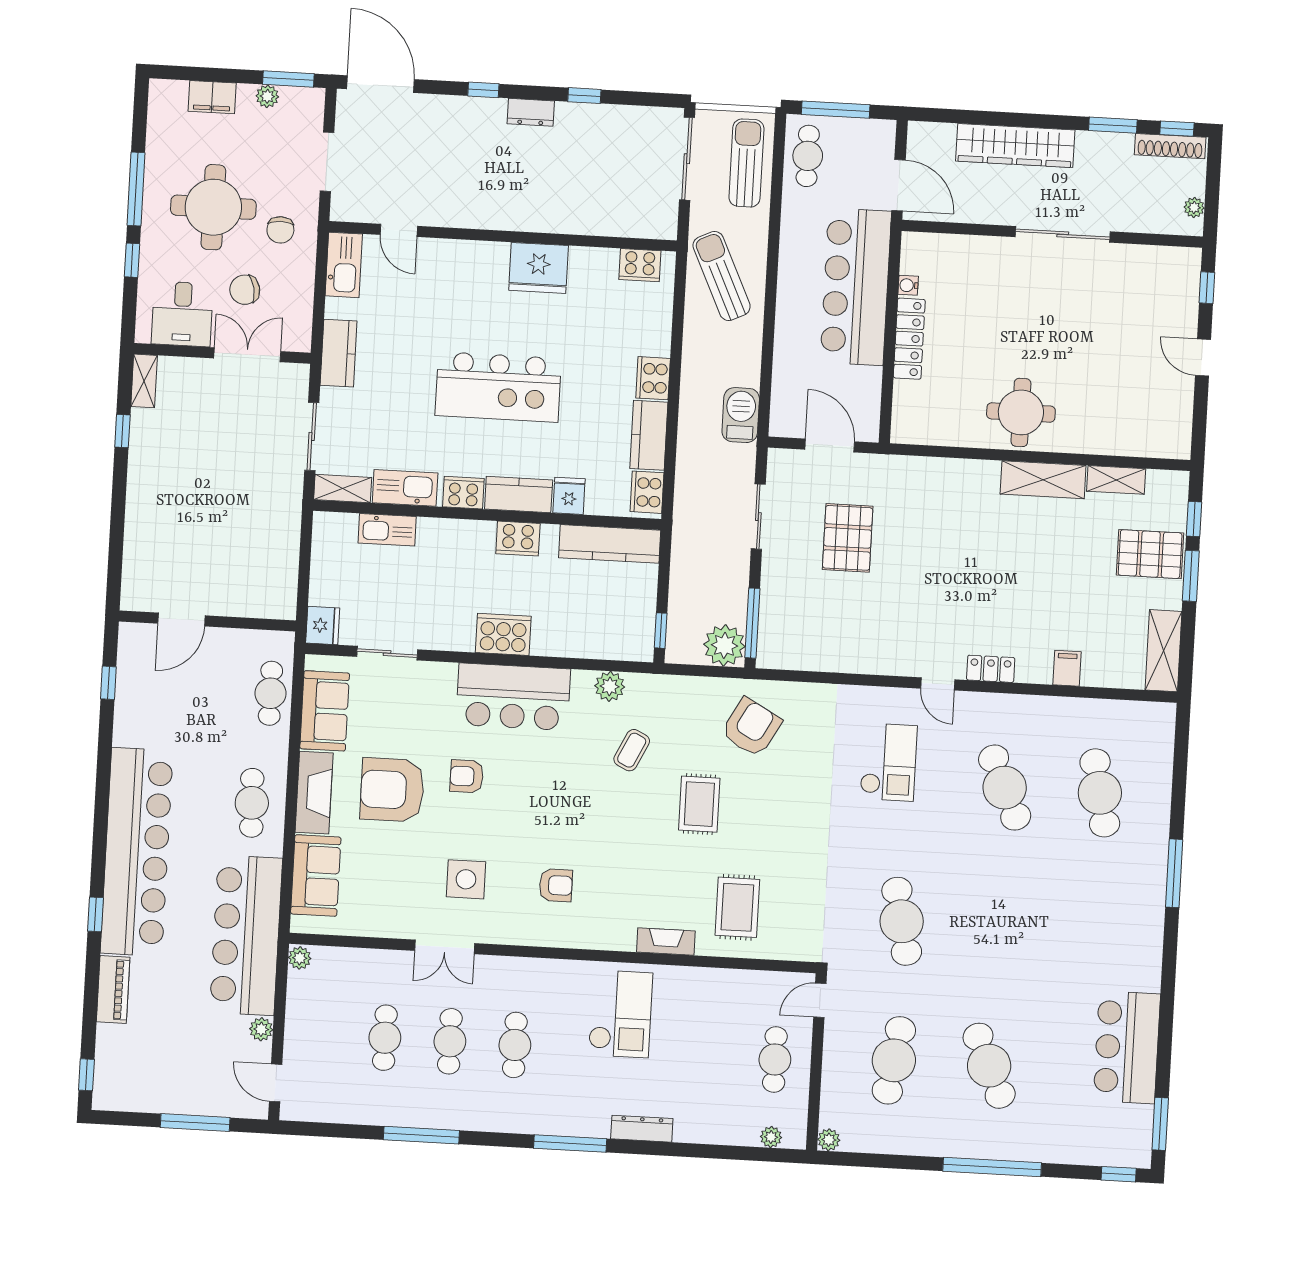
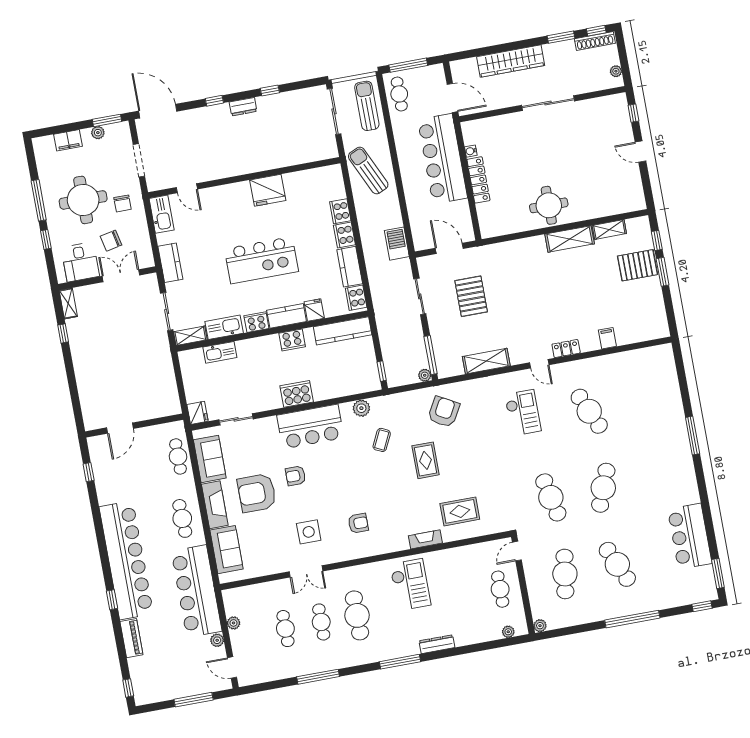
cooker: (640, 265) -> (340, 211), moved, turned 90
plant: (724, 645) -> (425, 375), width x0.53, depth x0.53
shelving: (1164, 651) -> (486, 361), moved, turned 90
cafe table: (1100, 793) -> (603, 488), moved, turned 33
rug: (737, 907) -> (460, 511), turned 90
plant: (300, 958) -> (234, 623), moved
cafe table: (515, 1045) -> (357, 615), width x1.37, depth x1.35

